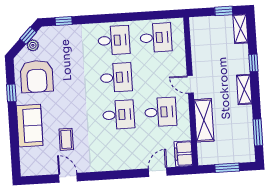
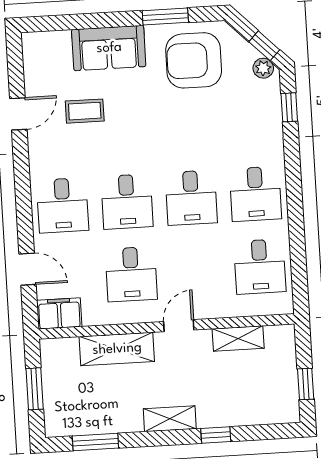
shelving: (240, 29) -> (238, 338), moved
plant: (33, 45) -> (263, 68), moved
window: (11, 93) -> (165, 17), width x1.50
desk: (121, 152) -> (63, 205), added

